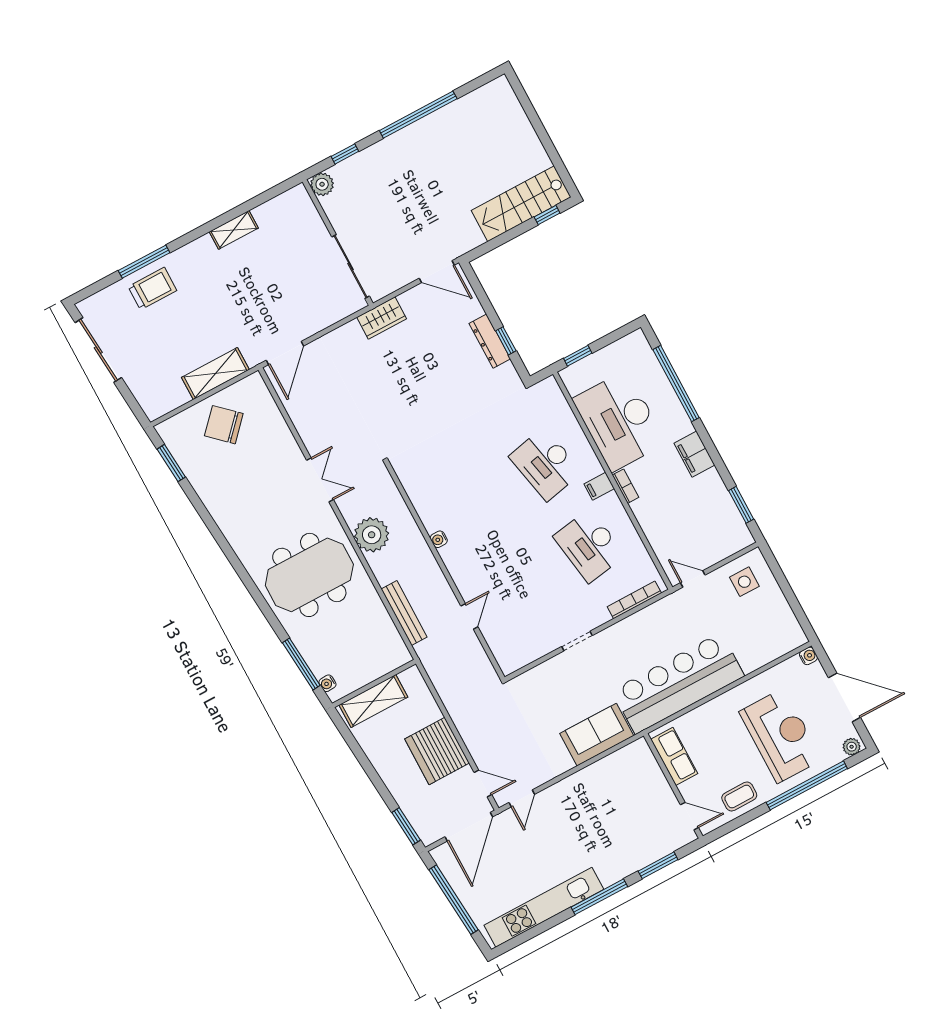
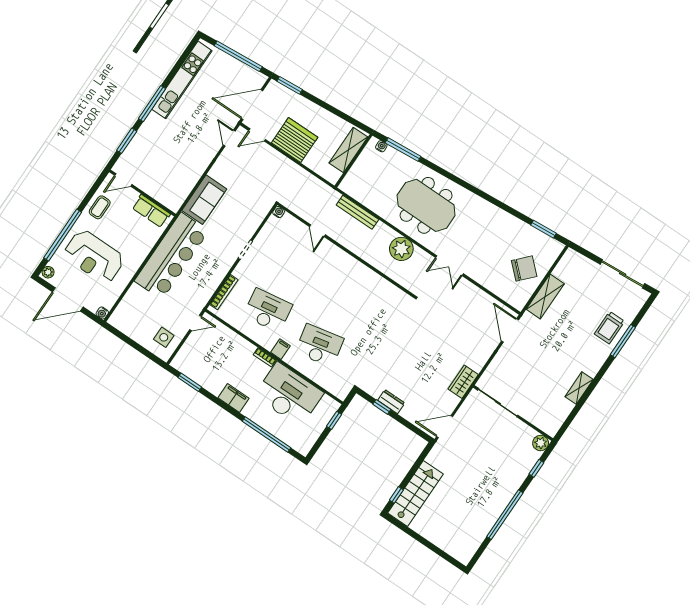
dresser: (490, 341) -> (391, 402), width x0.70
water cooler: (439, 539) -> (279, 212), moved
meeting table: (309, 575) -> (426, 205), turned 90
door: (469, 827) -> (252, 105), hinge flipped

